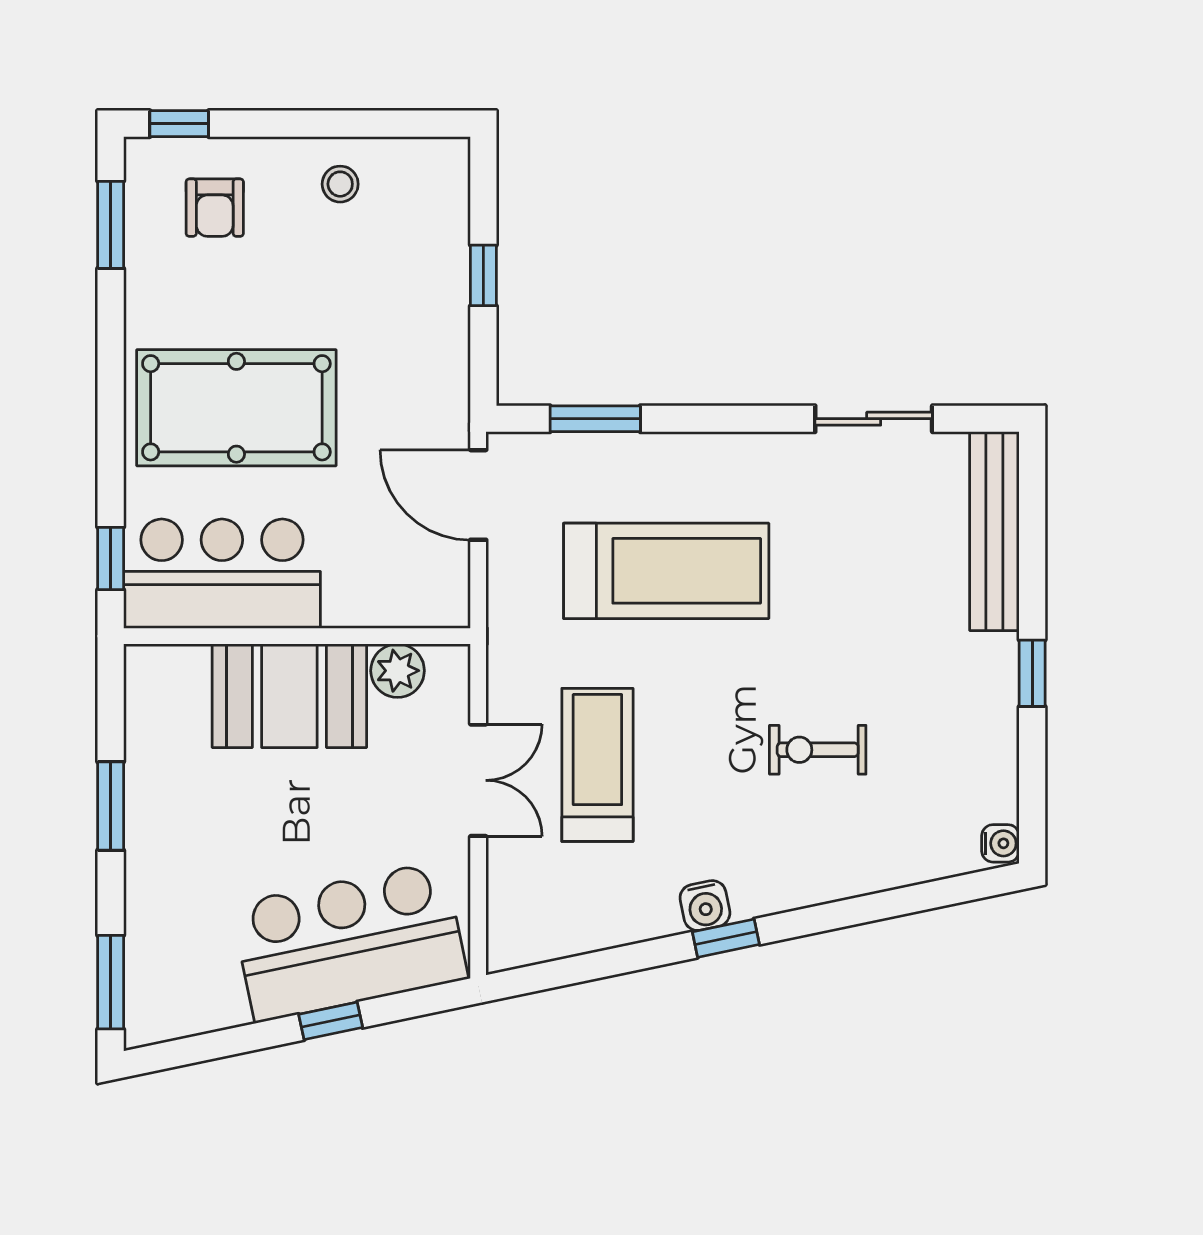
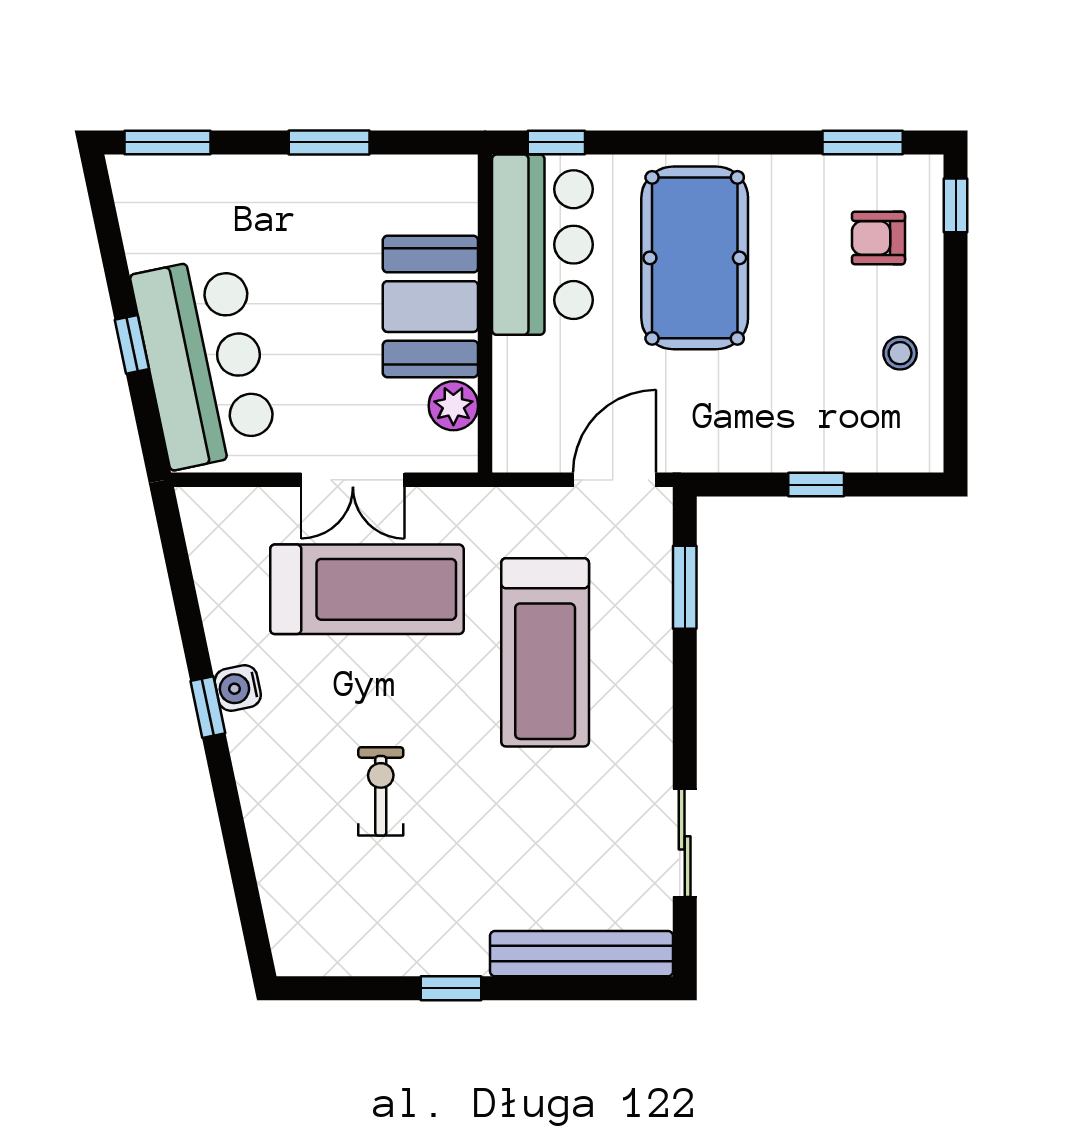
treadmill: (597, 765) -> (367, 589), width x1.37, depth x1.38
water cooler: (1000, 843) -> (295, 959), removed

